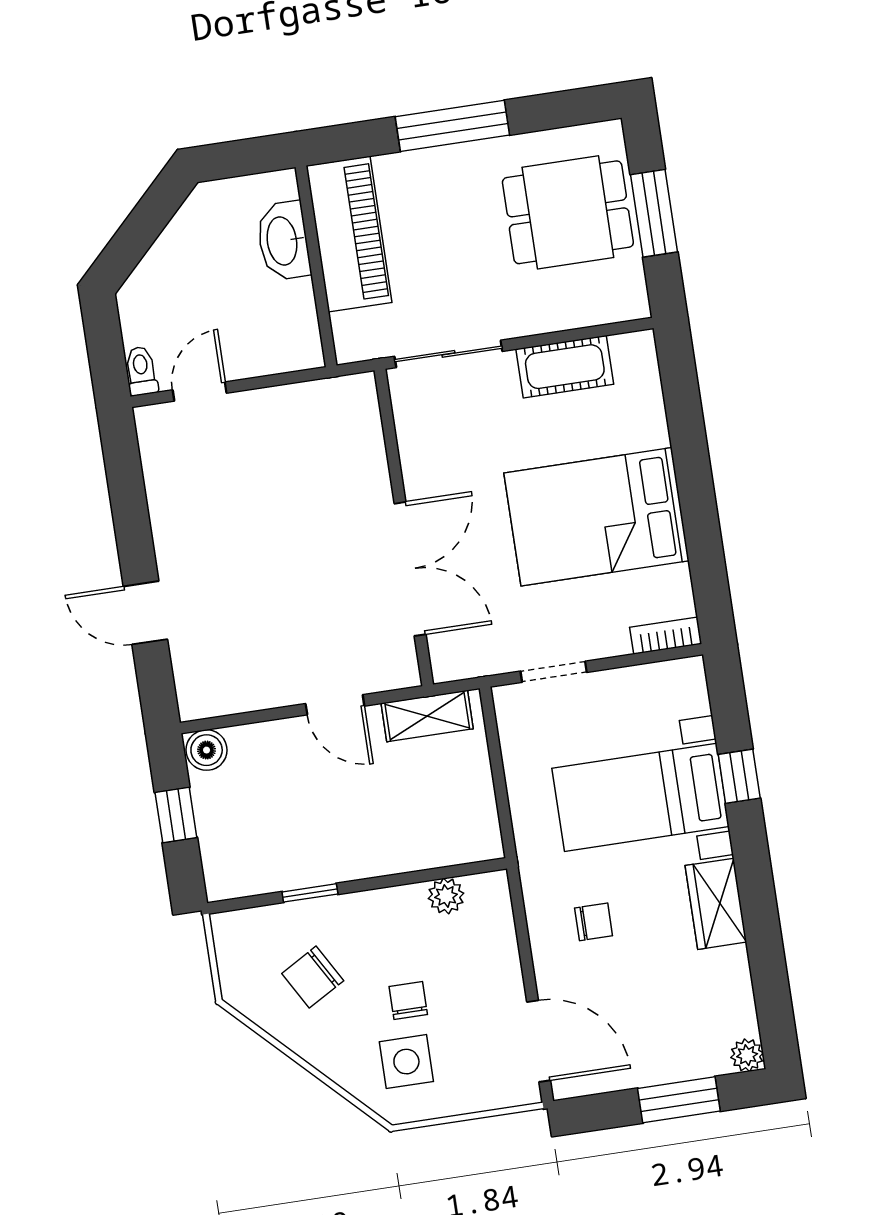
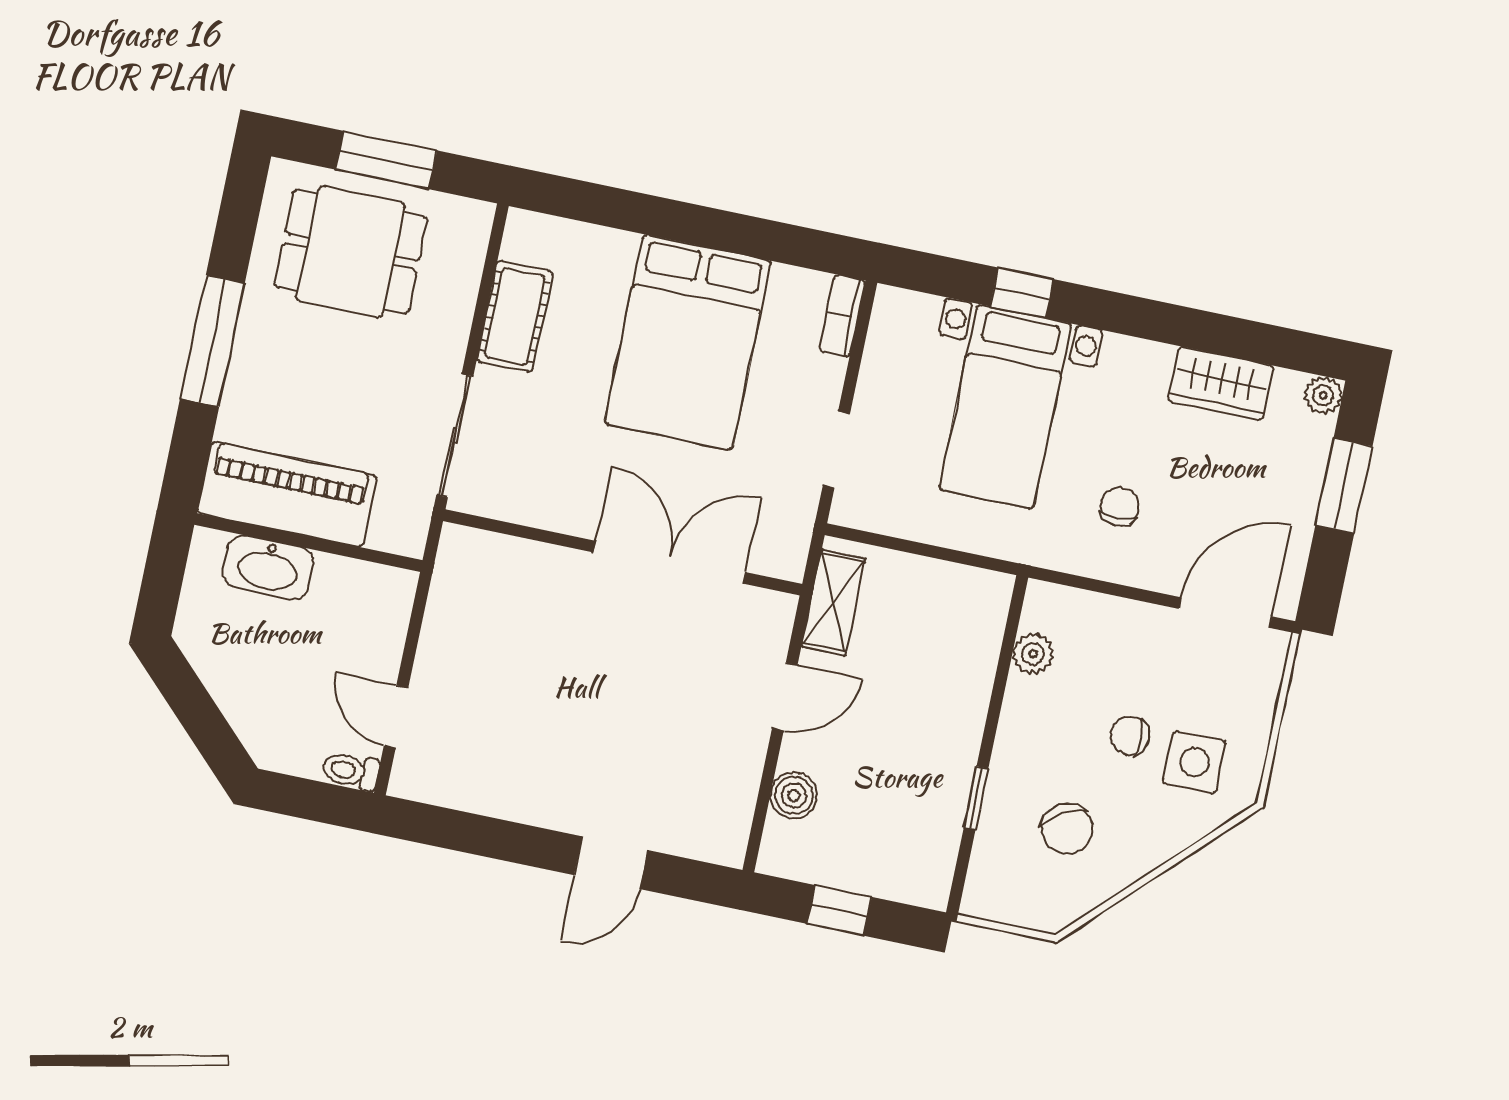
dining table: (568, 212) -> (351, 252), turned 90
boiler: (207, 750) -> (794, 795), moved
wardrobe: (716, 904) -> (1221, 383), moved

